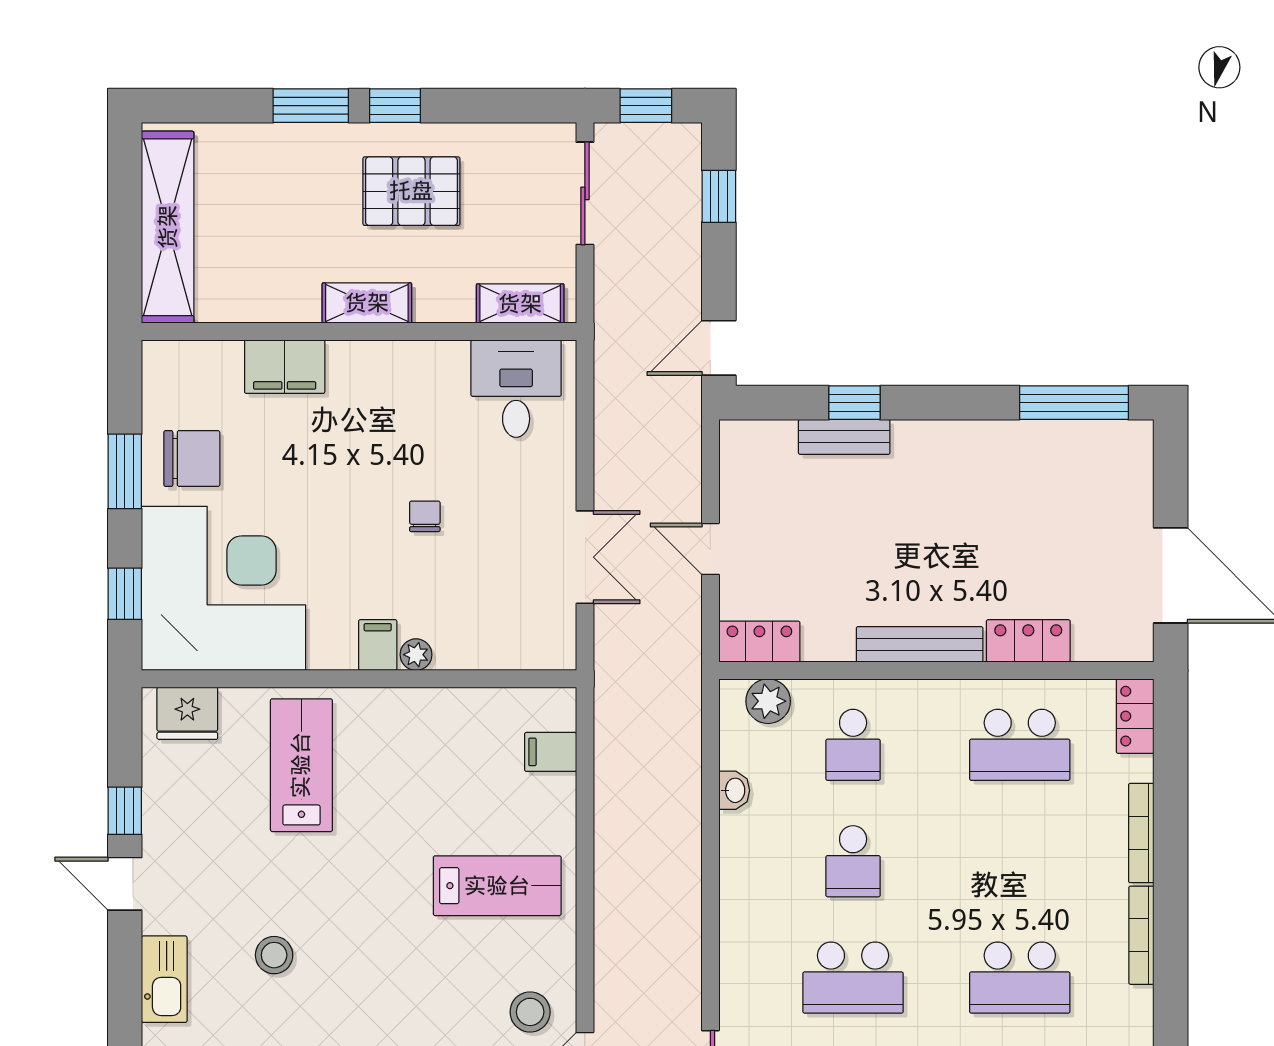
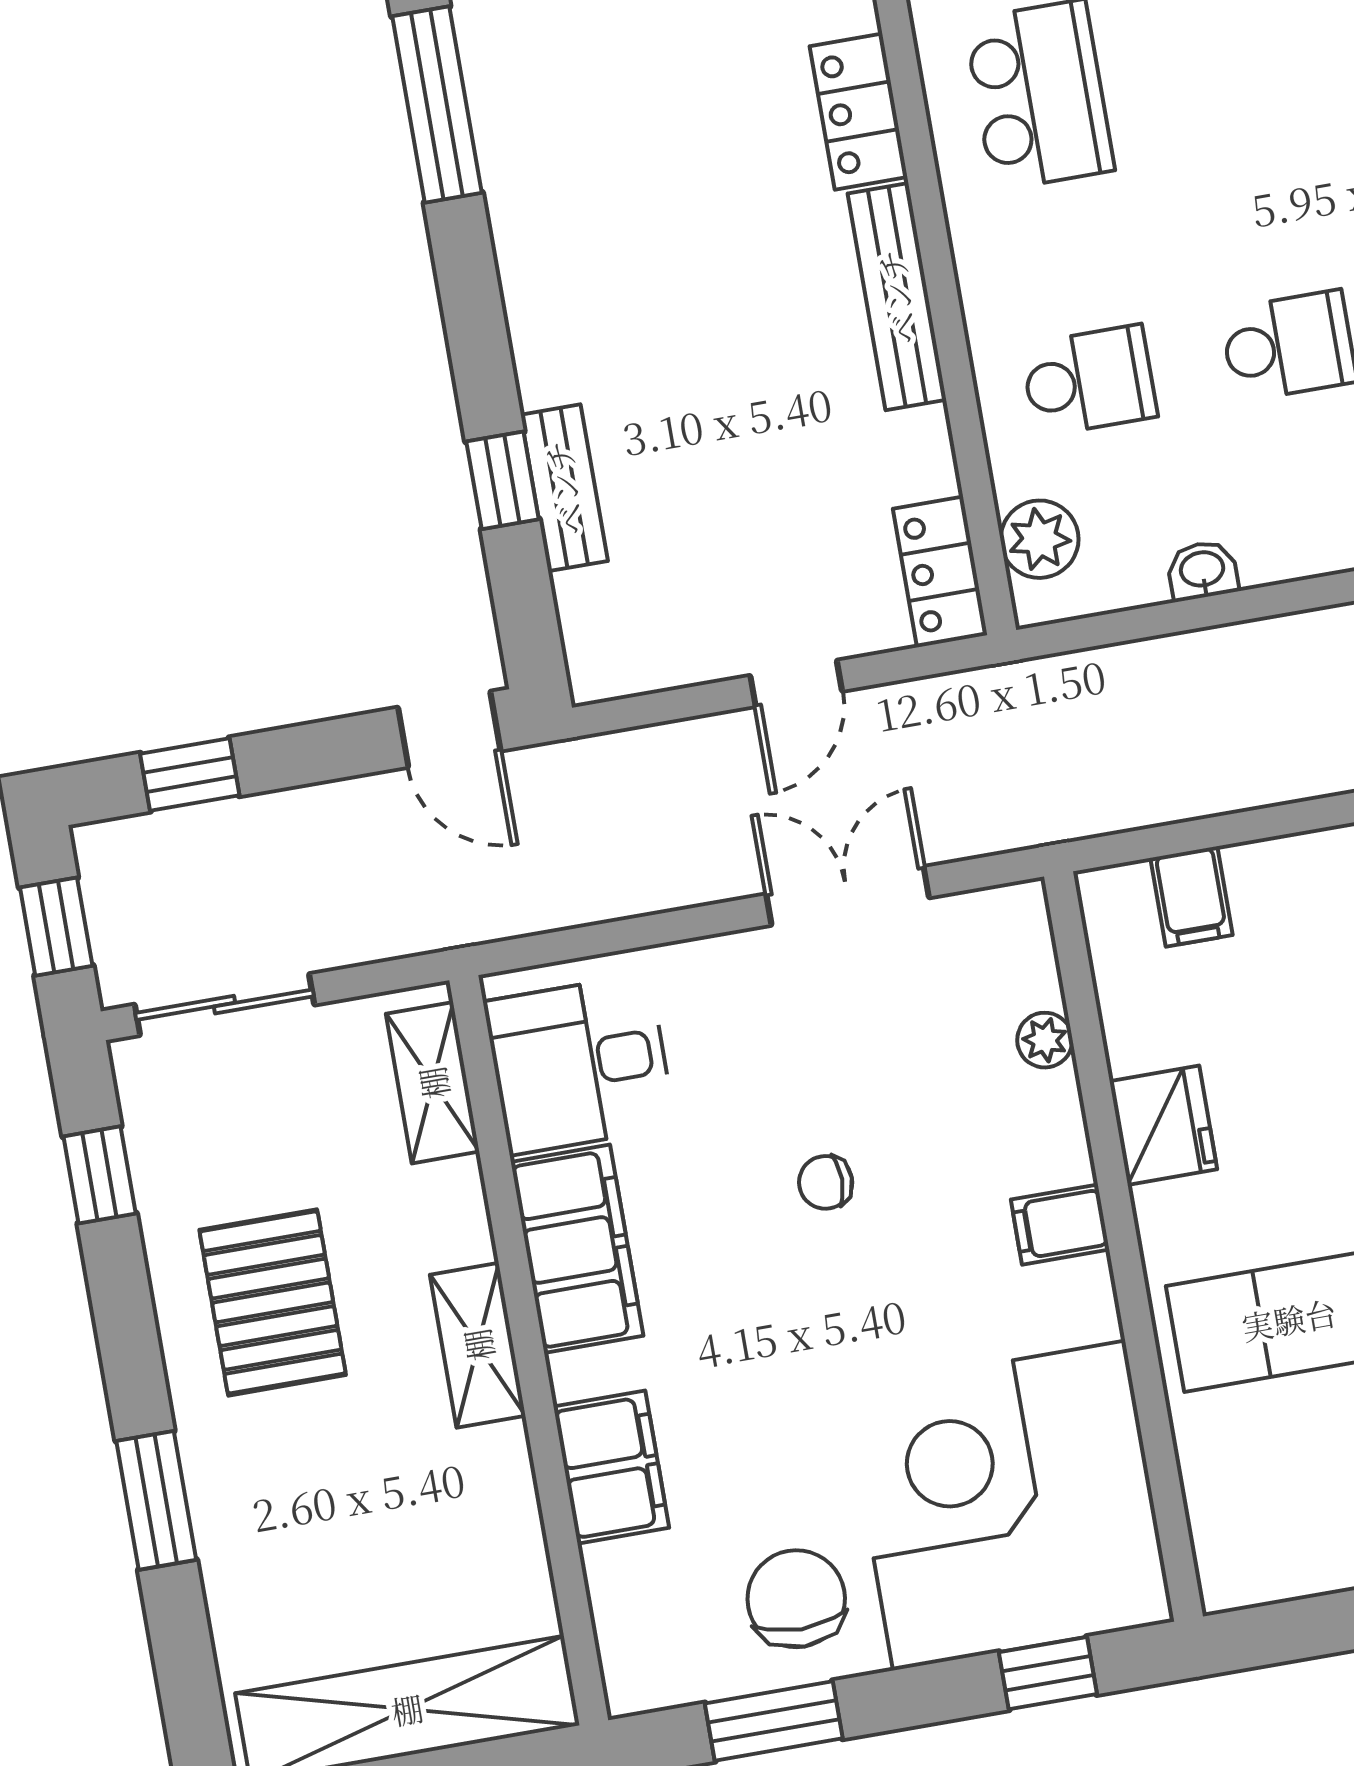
window: (395, 106) -> (100, 1175), moved
filing cabinet: (412, 369) -> (577, 1249), added
window: (125, 471) -> (774, 1721), moved
plant: (416, 655) -> (1045, 1040), moved
fridge: (187, 713) -> (1163, 1125), moved

